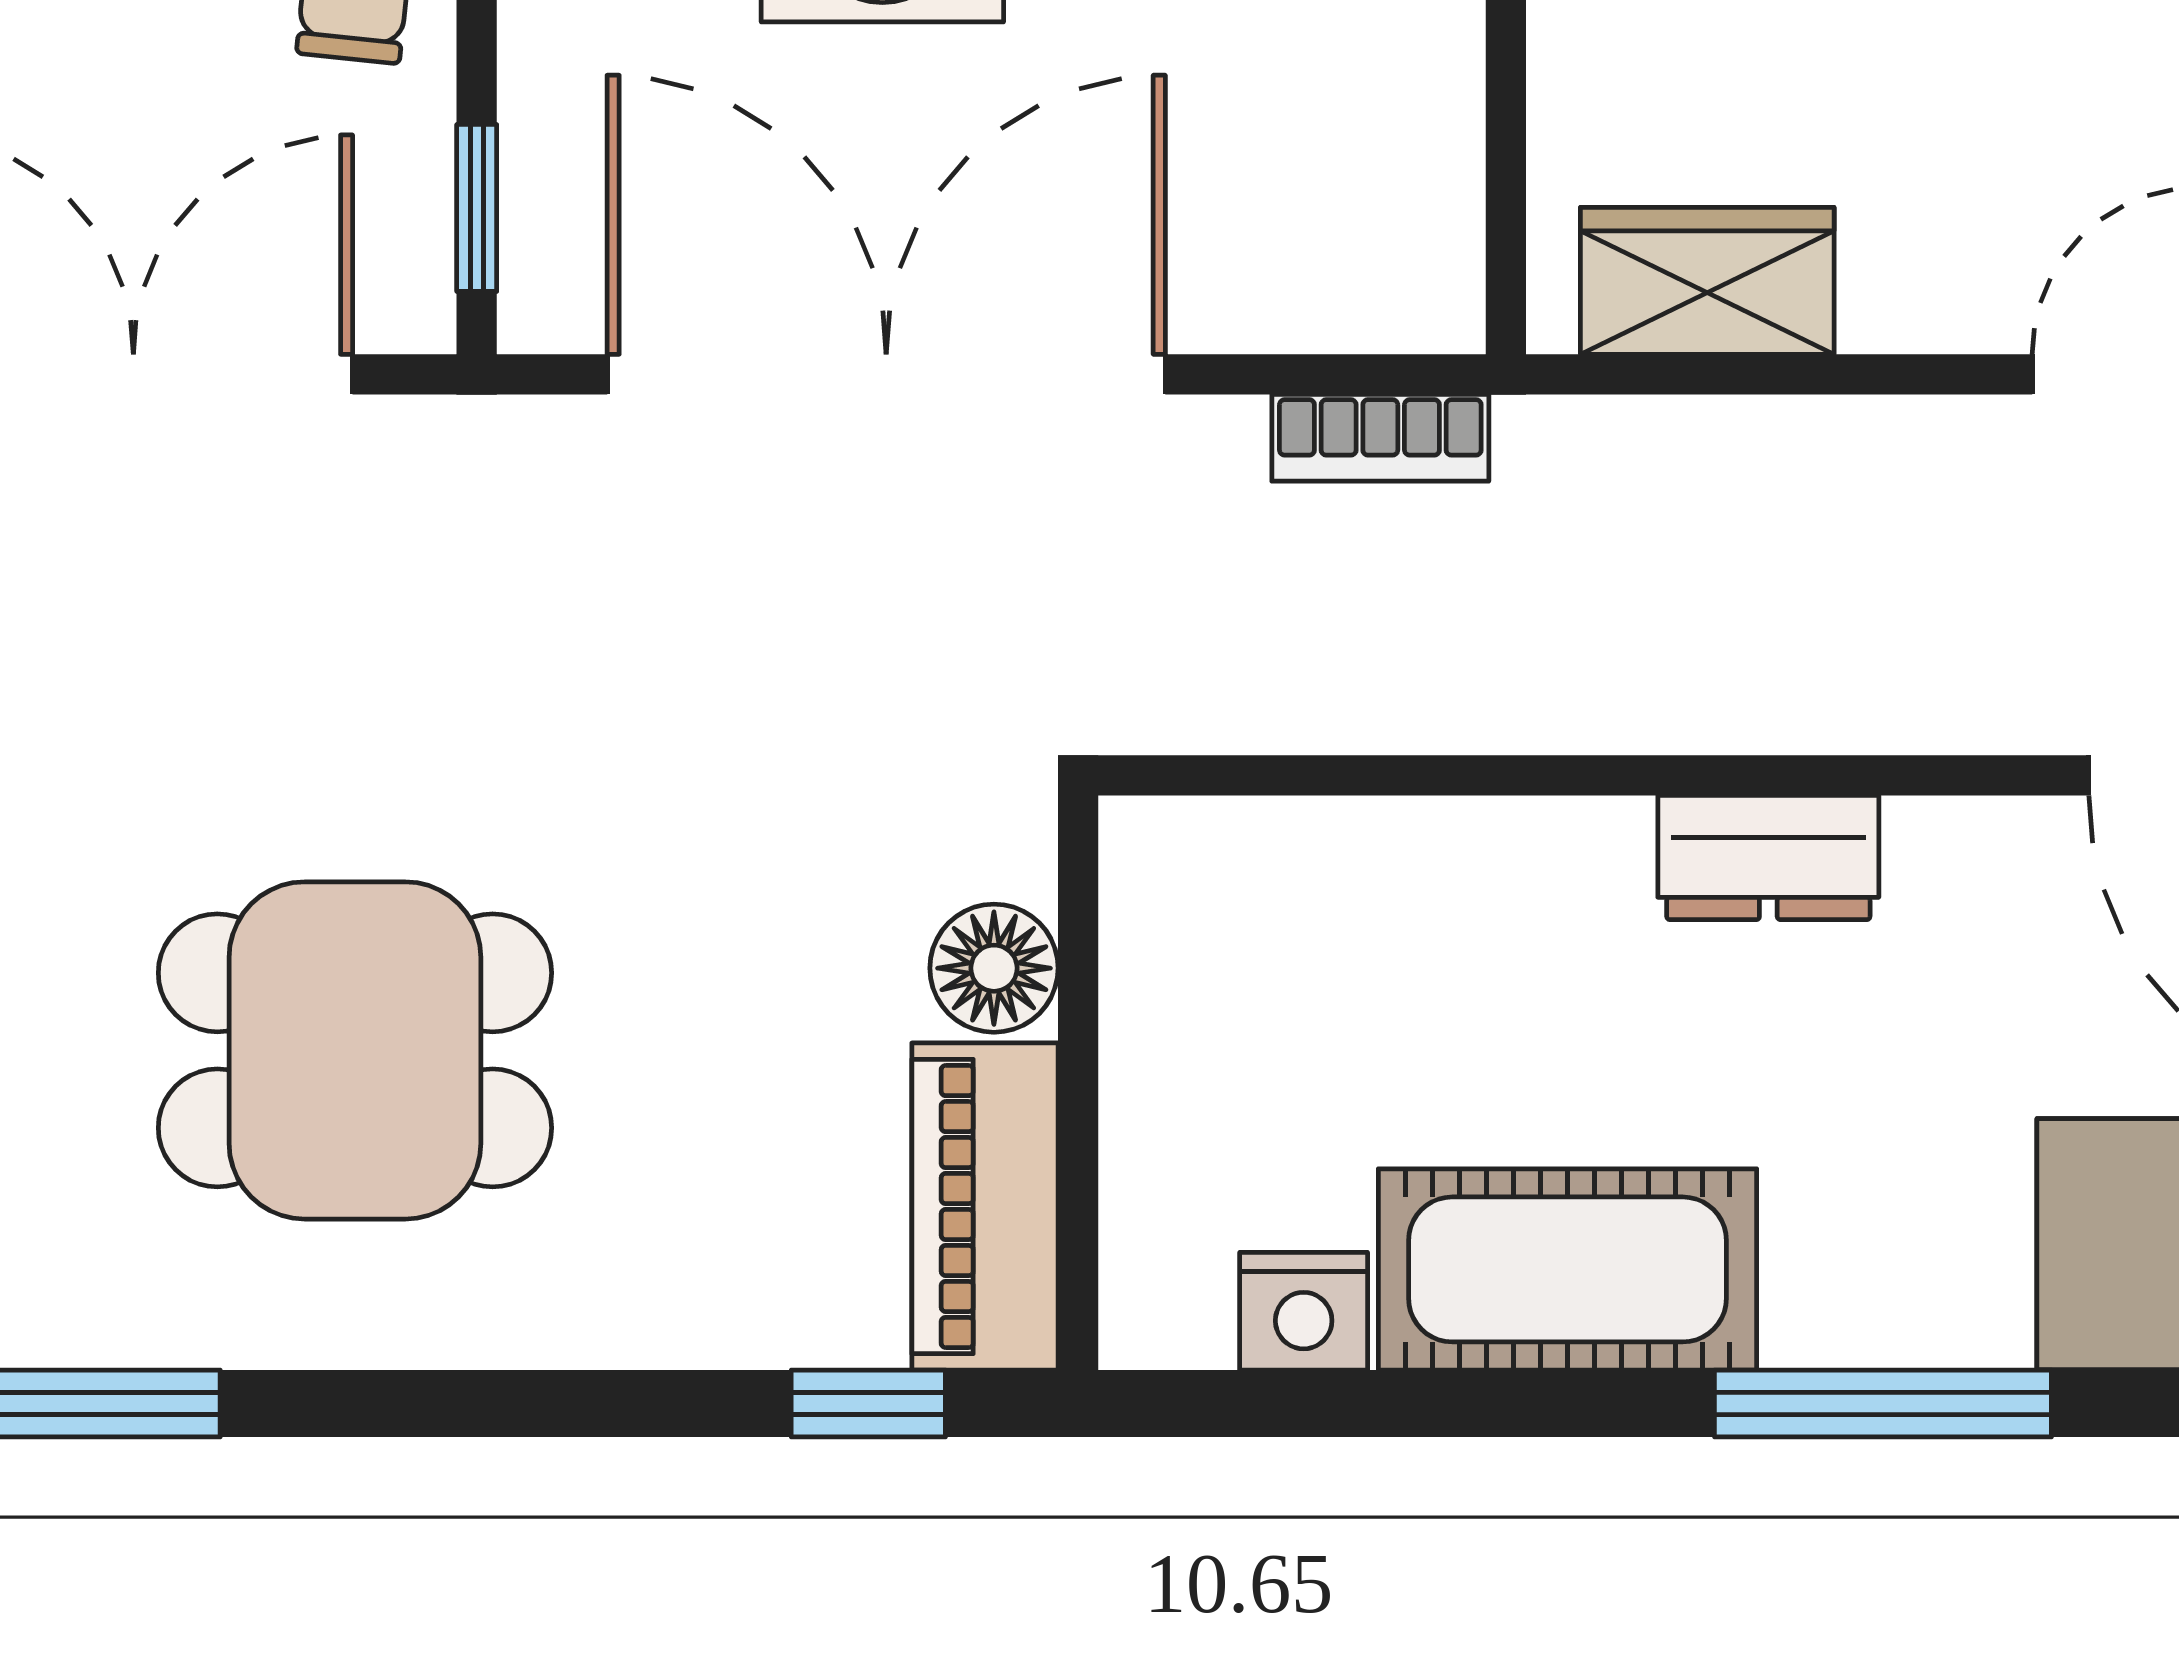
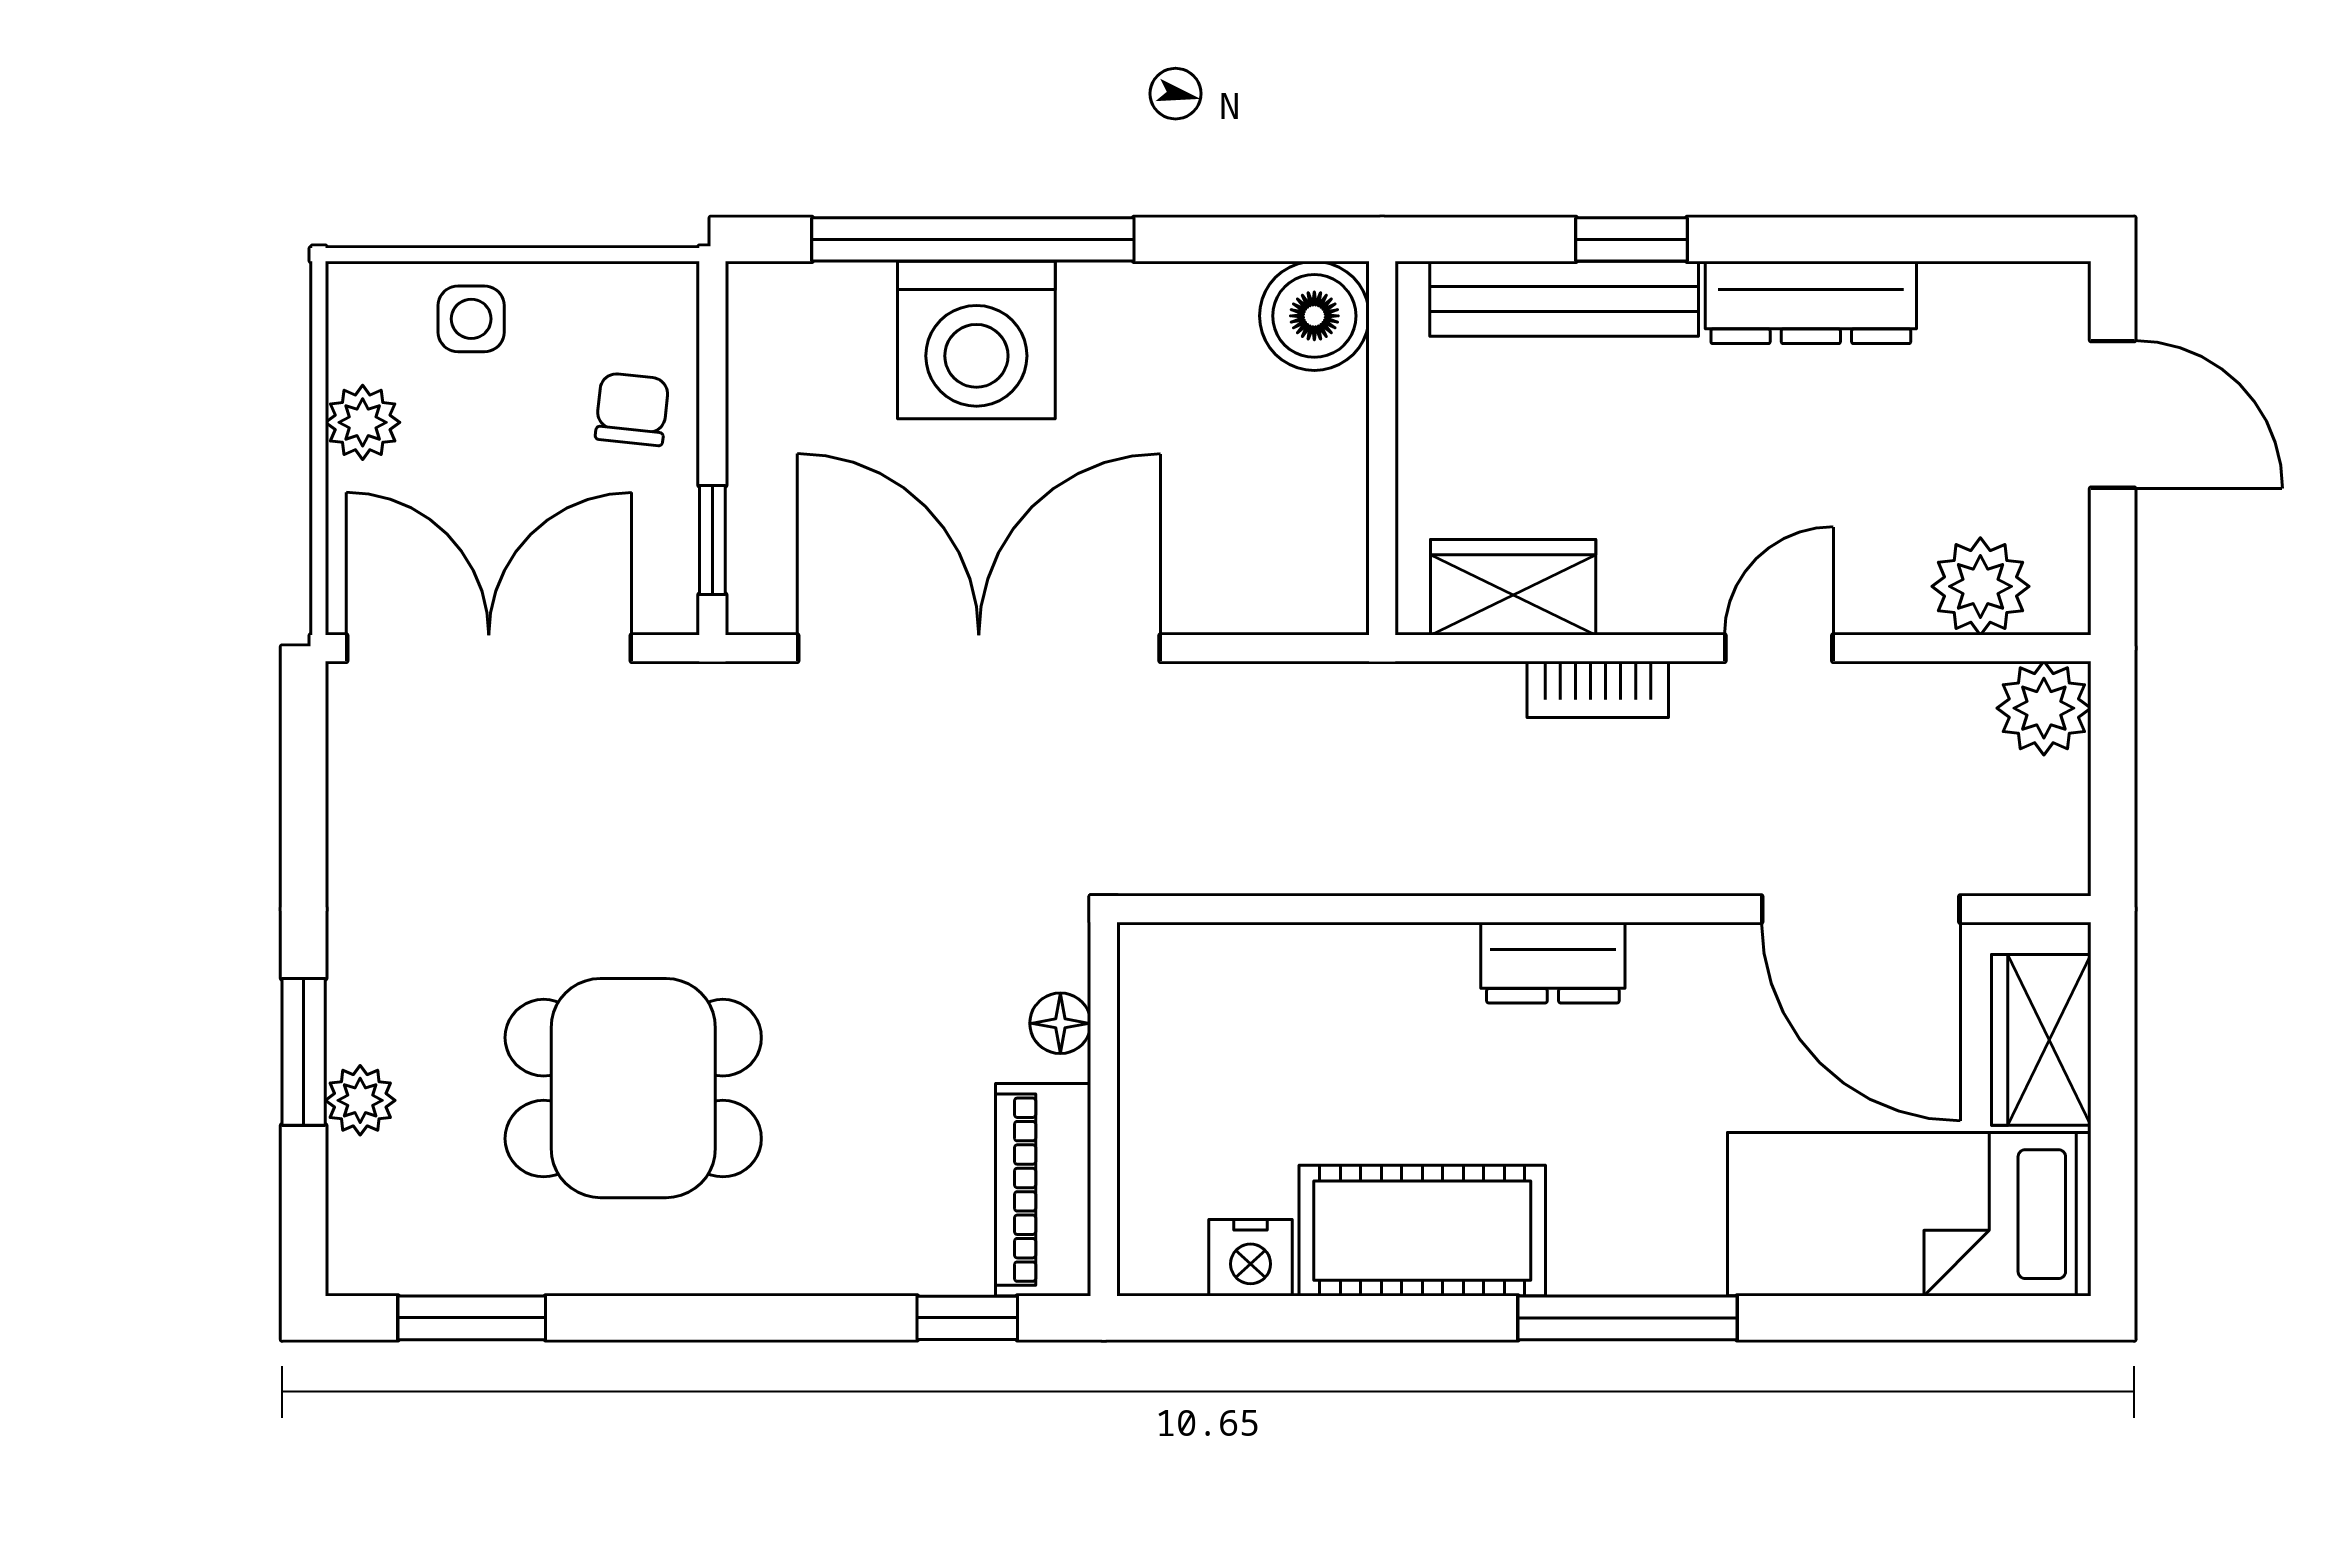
bookcase: (1380, 438) -> (1598, 689), moved
floor lamp: (994, 968) -> (1060, 1023), width x0.73, depth x0.73

